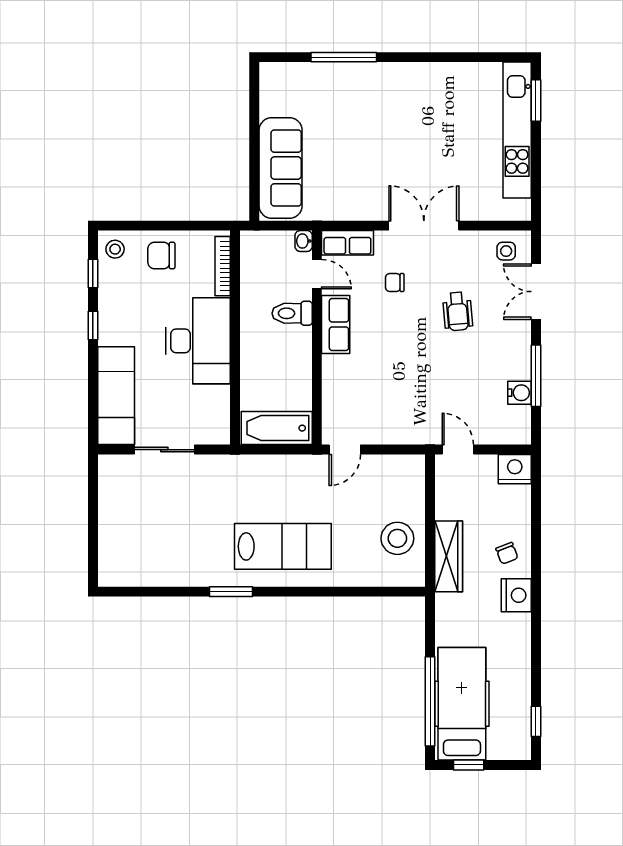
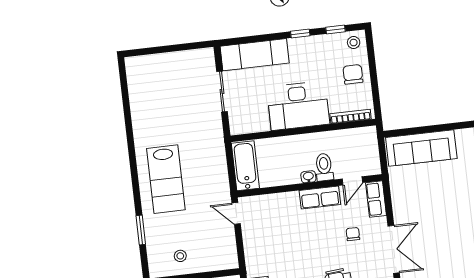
washbasin: (304, 241) -> (308, 177), moved
stool: (397, 538) -> (180, 256), width x0.53, depth x0.53
window: (231, 592) -> (141, 230), moved

